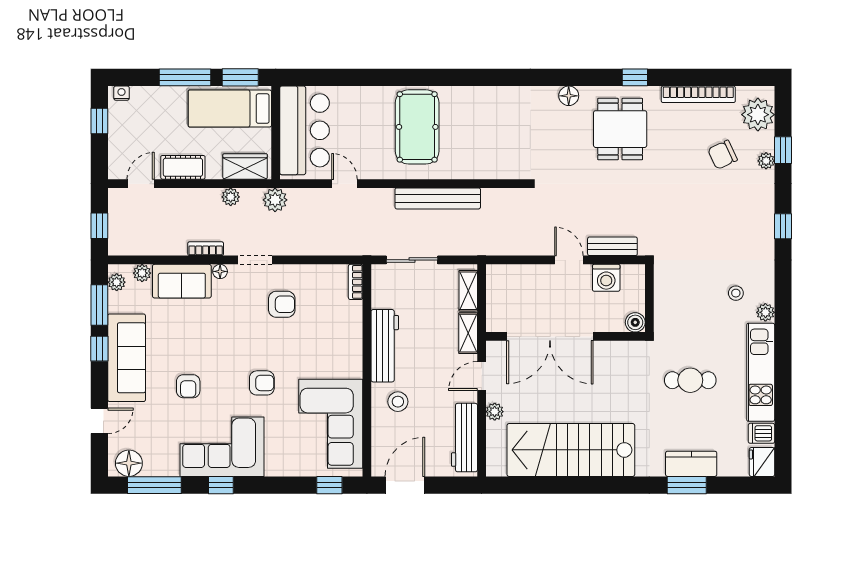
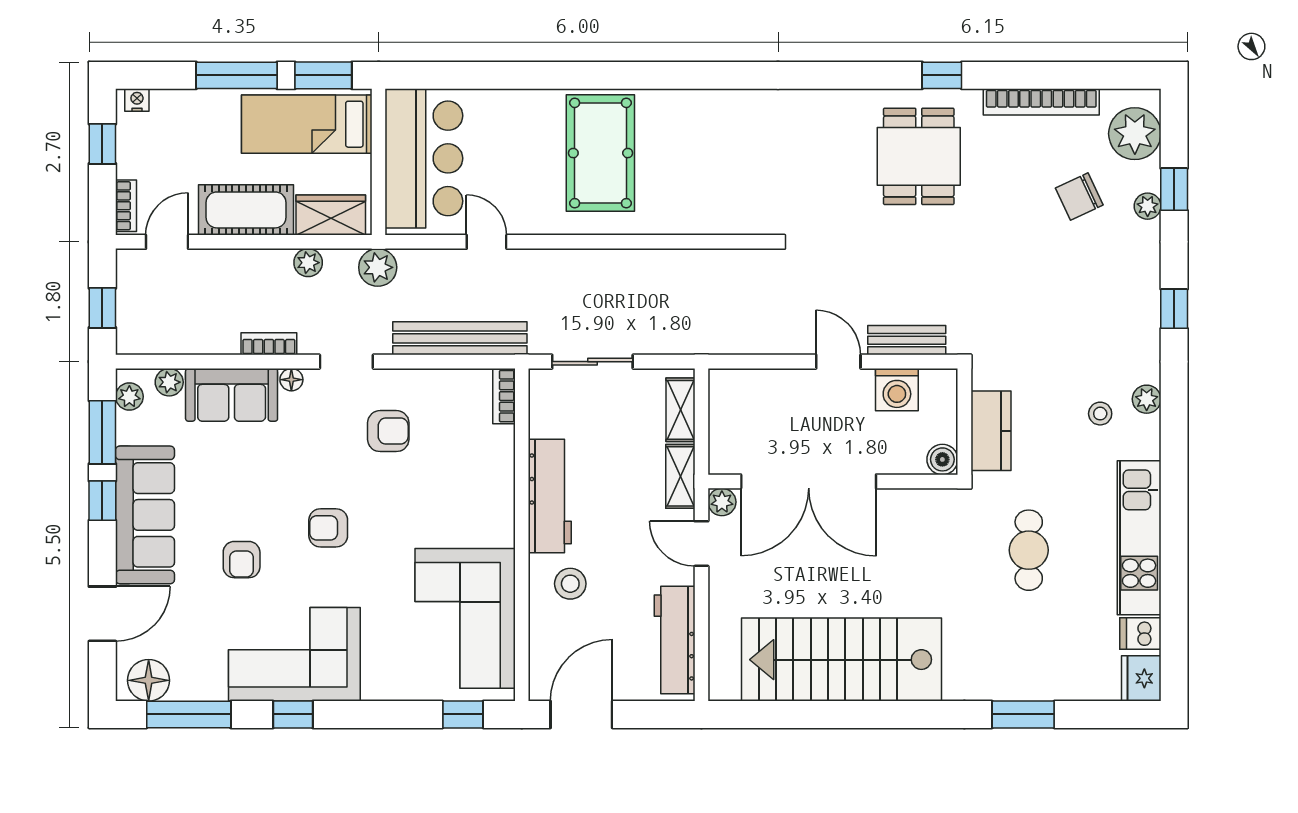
floor lamp: (569, 96) -> (838, 104), removed
bookcase: (114, 161) -> (126, 206), added
cot: (183, 167) -> (246, 210), width x1.37, depth x1.34
bench: (438, 198) -> (460, 338), moved
plant: (765, 312) -> (1147, 399), moved
door: (482, 376) -> (701, 544), hinge flipped
cafe table: (690, 380) -> (1029, 550), turned 90
armchair: (262, 383) -> (328, 528), moved, turned 180
plant: (495, 412) -> (722, 502), moved
door: (99, 421) -> (102, 614), width x1.38
kitchen counter: (691, 464) -> (991, 431), moved, turned 90

